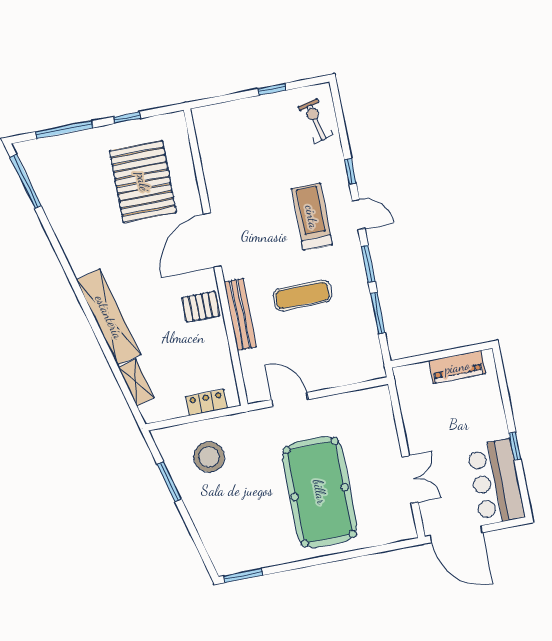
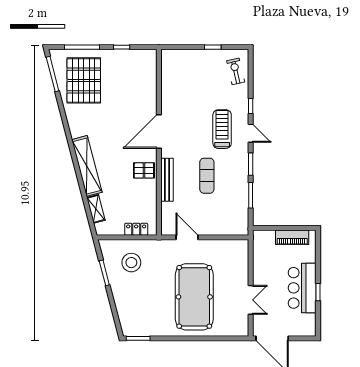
pallet: (143, 182) -> (84, 80), moved
exercise mat: (302, 295) -> (207, 176), turned 90
bar counter: (496, 482) -> (302, 288), moved

